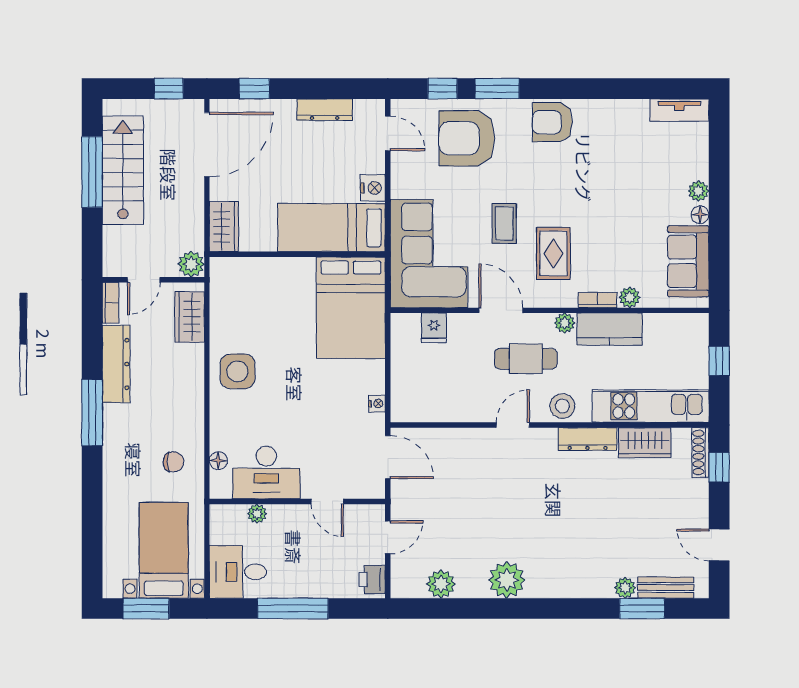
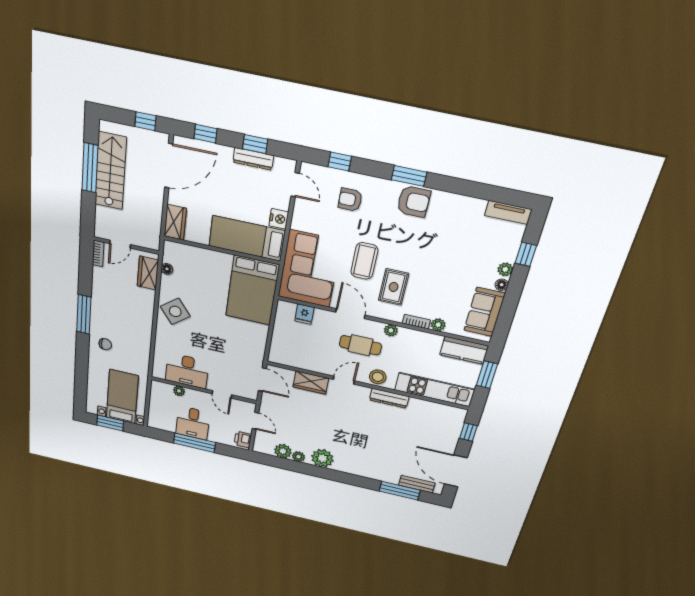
window: (324, 89) -> (255, 144), added
window: (497, 89) -> (409, 176), moved
armchair: (552, 122) -> (414, 202), turned 180
armchair: (467, 138) -> (350, 200), width x0.53, depth x0.53
window: (719, 163) -> (526, 254), added
coffee table: (504, 223) -> (364, 261), width x1.36, depth x1.30
plant: (191, 264) -> (152, 241), removed
kitchen counter: (609, 329) -> (464, 350), moved
window: (719, 361) -> (487, 375), width x1.50
dresser: (116, 364) -> (100, 290), removed
side table: (237, 371) -> (175, 311), turned -38
nightstand: (377, 404) -> (260, 349), removed
wardrobe: (645, 443) -> (311, 383), moved
shoe rack: (700, 452) -> (459, 422), removed
floor lamp: (218, 461) -> (167, 269), moved
chair: (173, 462) -> (105, 344), moved
door: (388, 537) -> (255, 421), hinge flipped
door: (719, 545) -> (456, 471), width x1.88
desk: (238, 572) -> (193, 423), moved, turned -90
plant: (625, 588) -> (298, 457), moved
window: (642, 609) -> (400, 491), width x1.44

